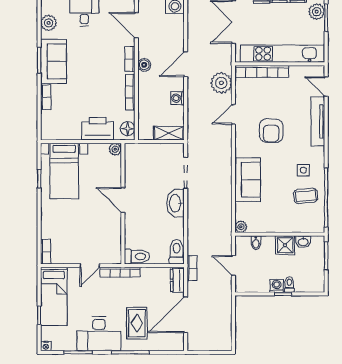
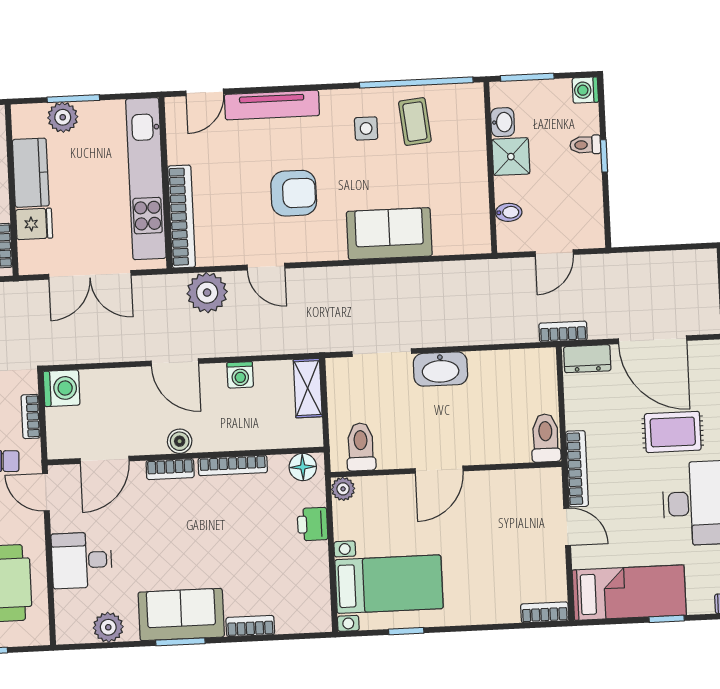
printer: (98, 129) -> (312, 524), width x0.53, depth x0.68
plant: (241, 227) -> (480, 242), removed
toilet: (177, 252) -> (361, 447), moved, turned 90
washing machine: (277, 286) -> (585, 90), moved

